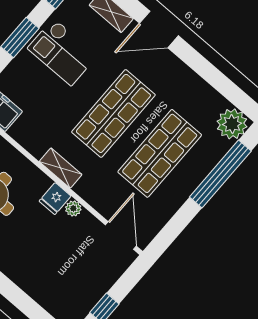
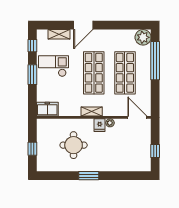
checkout: (62, 52) -> (54, 66), turned 180

